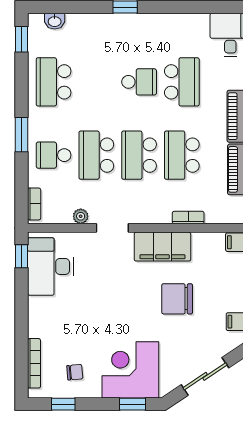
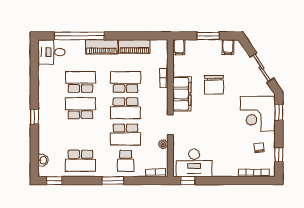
school desk: (139, 82) -> (80, 108), width x1.85
school desk: (182, 155) -> (126, 82), turned 180

